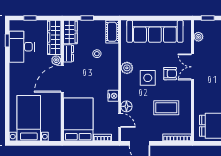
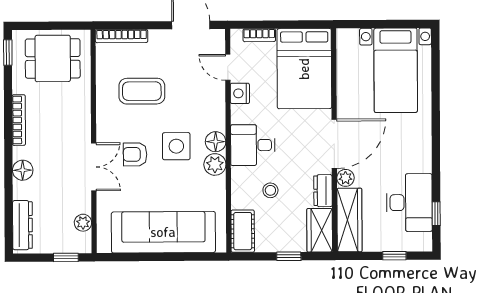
desk: (106, 78) -> (253, 145), added
nightstand: (113, 96) -> (240, 93), moved
floor lamp: (126, 106) -> (216, 142), moved

